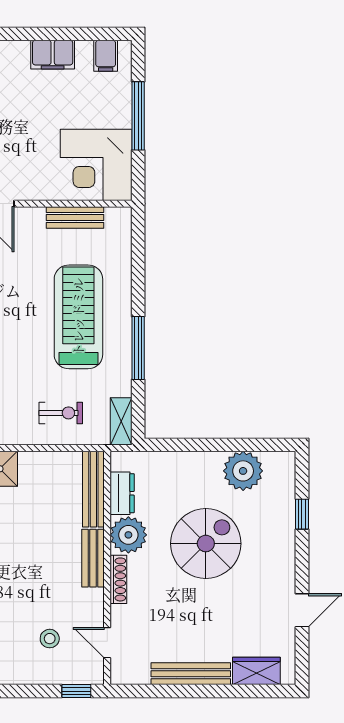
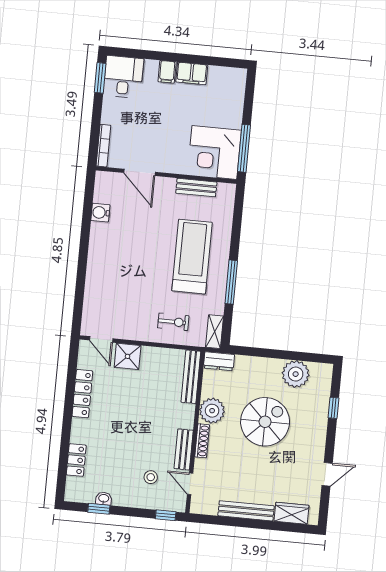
filing cabinet: (106, 56) -> (167, 72), moved
window: (138, 116) -> (244, 148), moved
dresser: (122, 493) -> (219, 361), moved, turned 90
bench: (93, 558) -> (184, 449), moved

